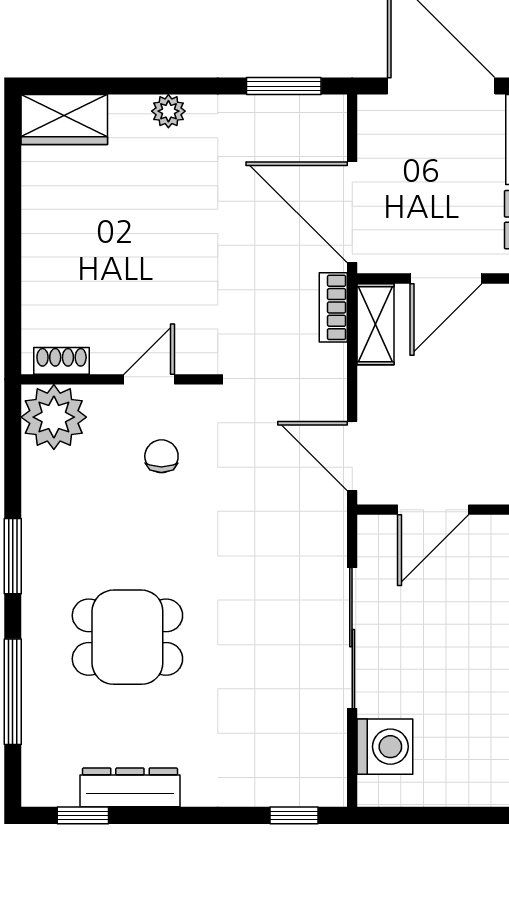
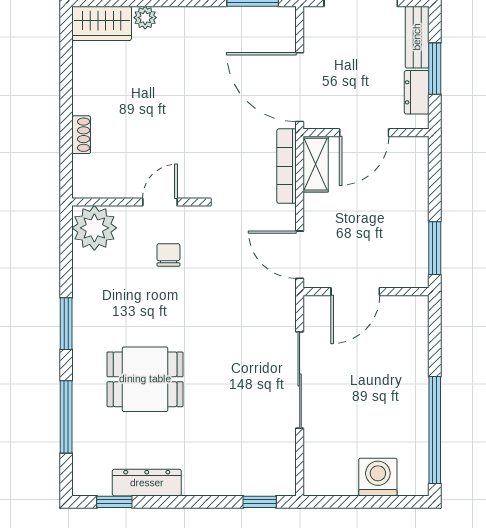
plant: (168, 111) -> (145, 18), moved
bookcase: (333, 307) -> (287, 166), width x1.56
shoe rack: (62, 361) -> (81, 135), moved, turned 90
washing machine: (385, 747) -> (378, 477), moved, turned -90

